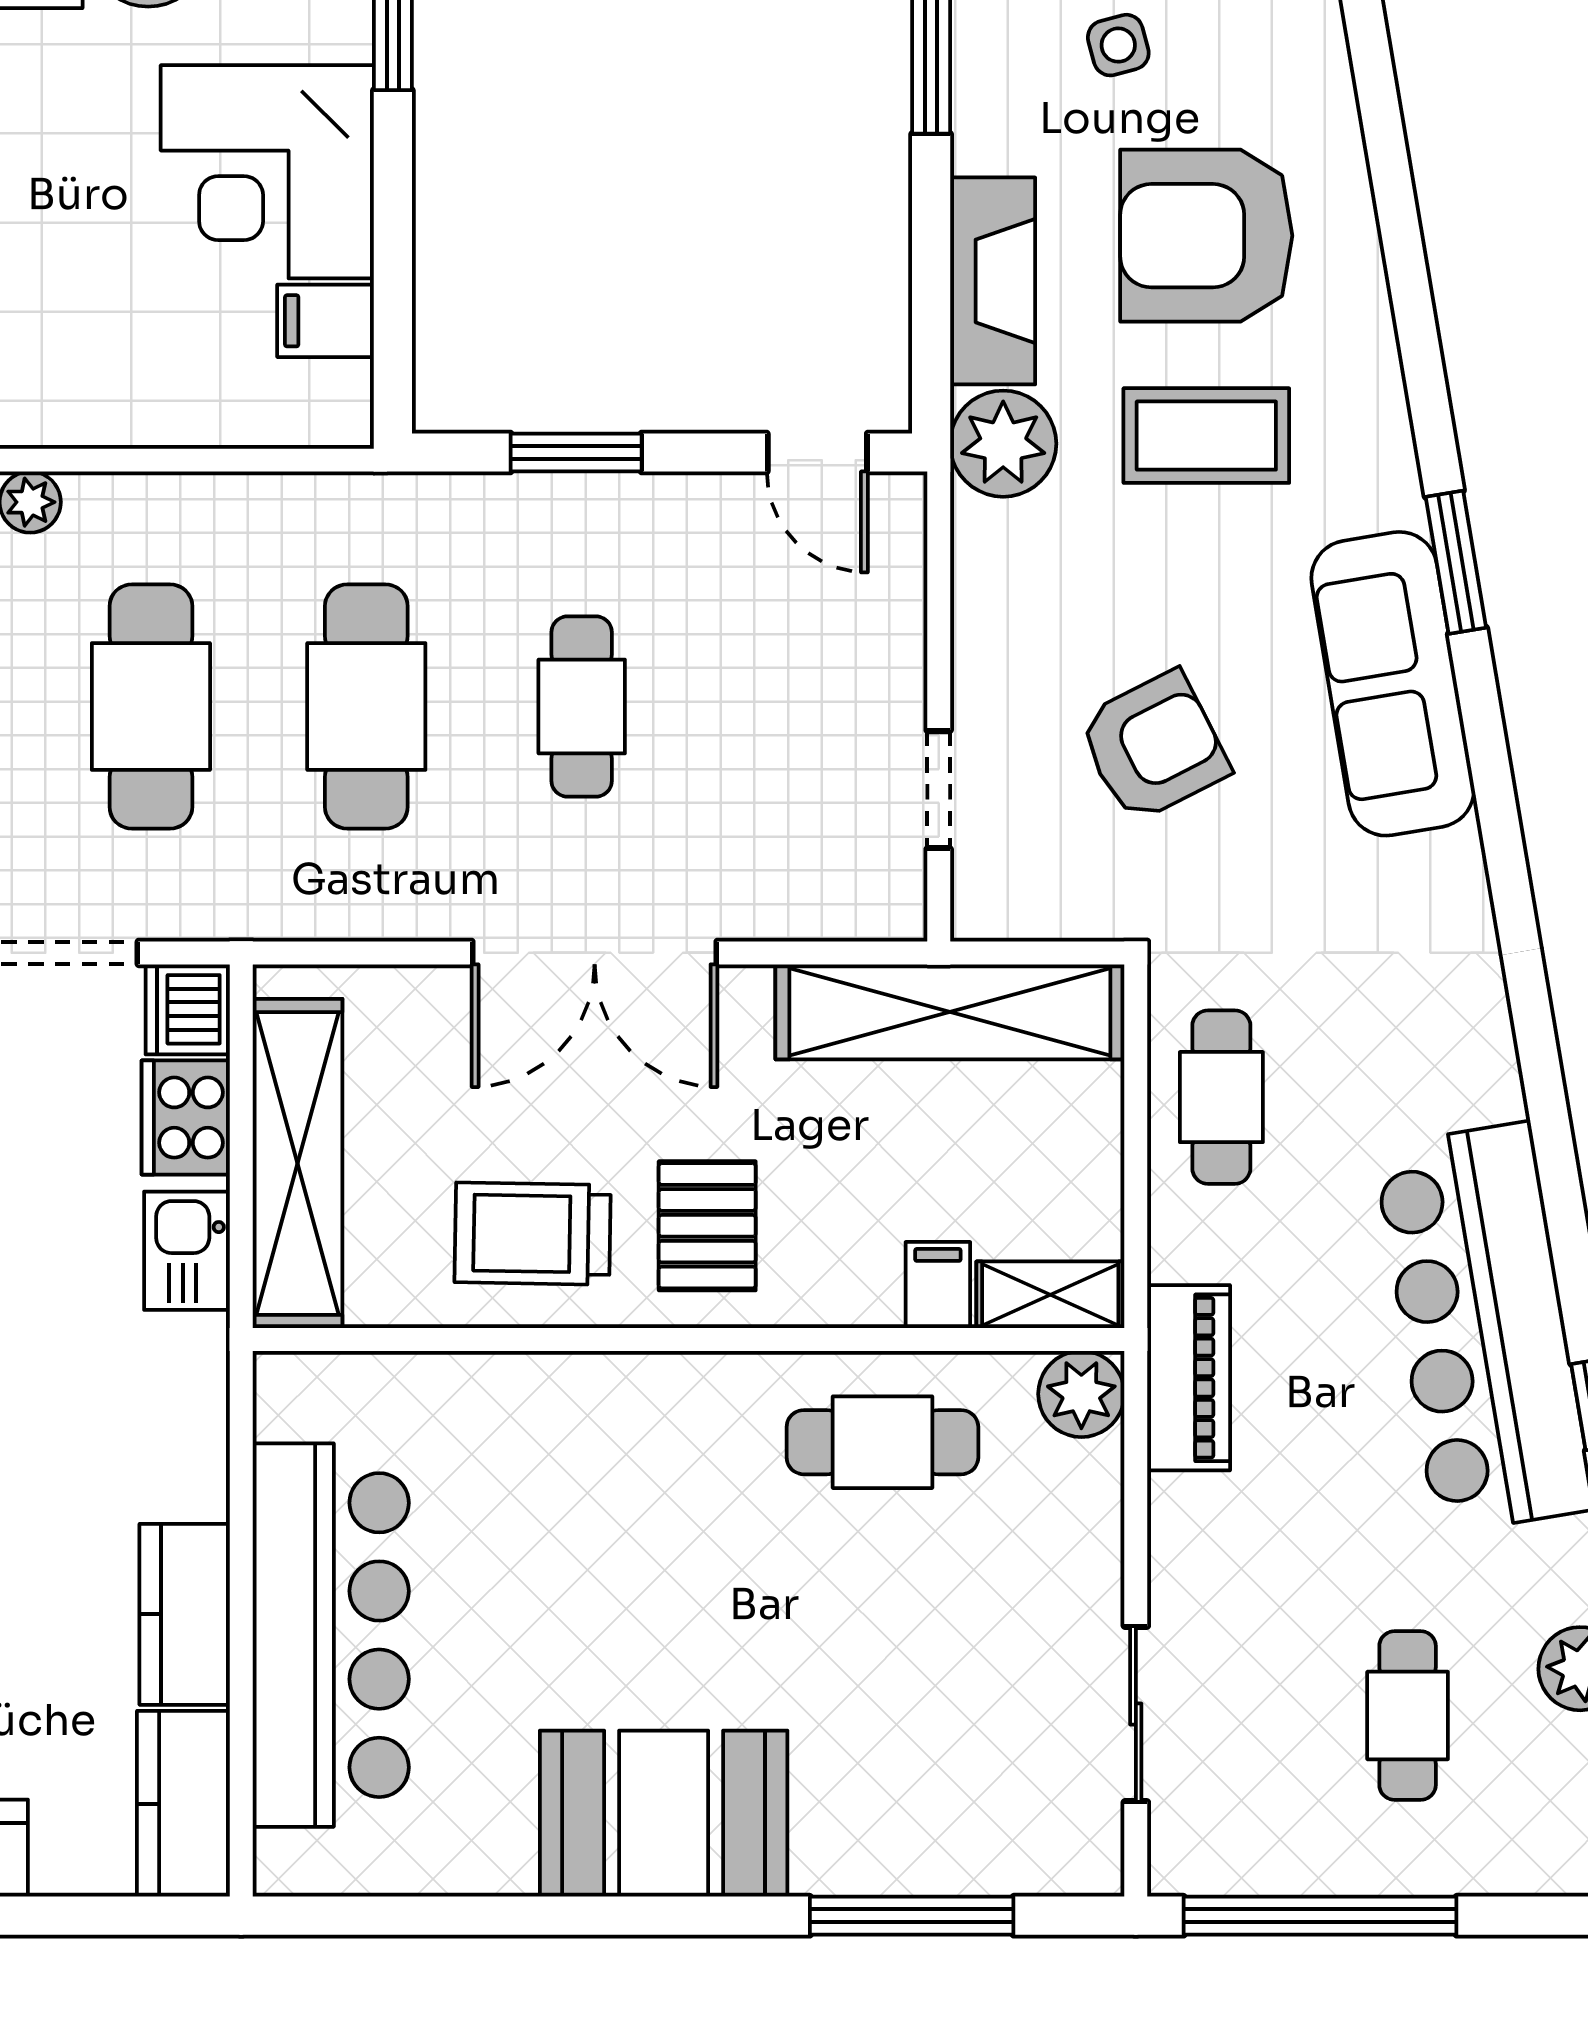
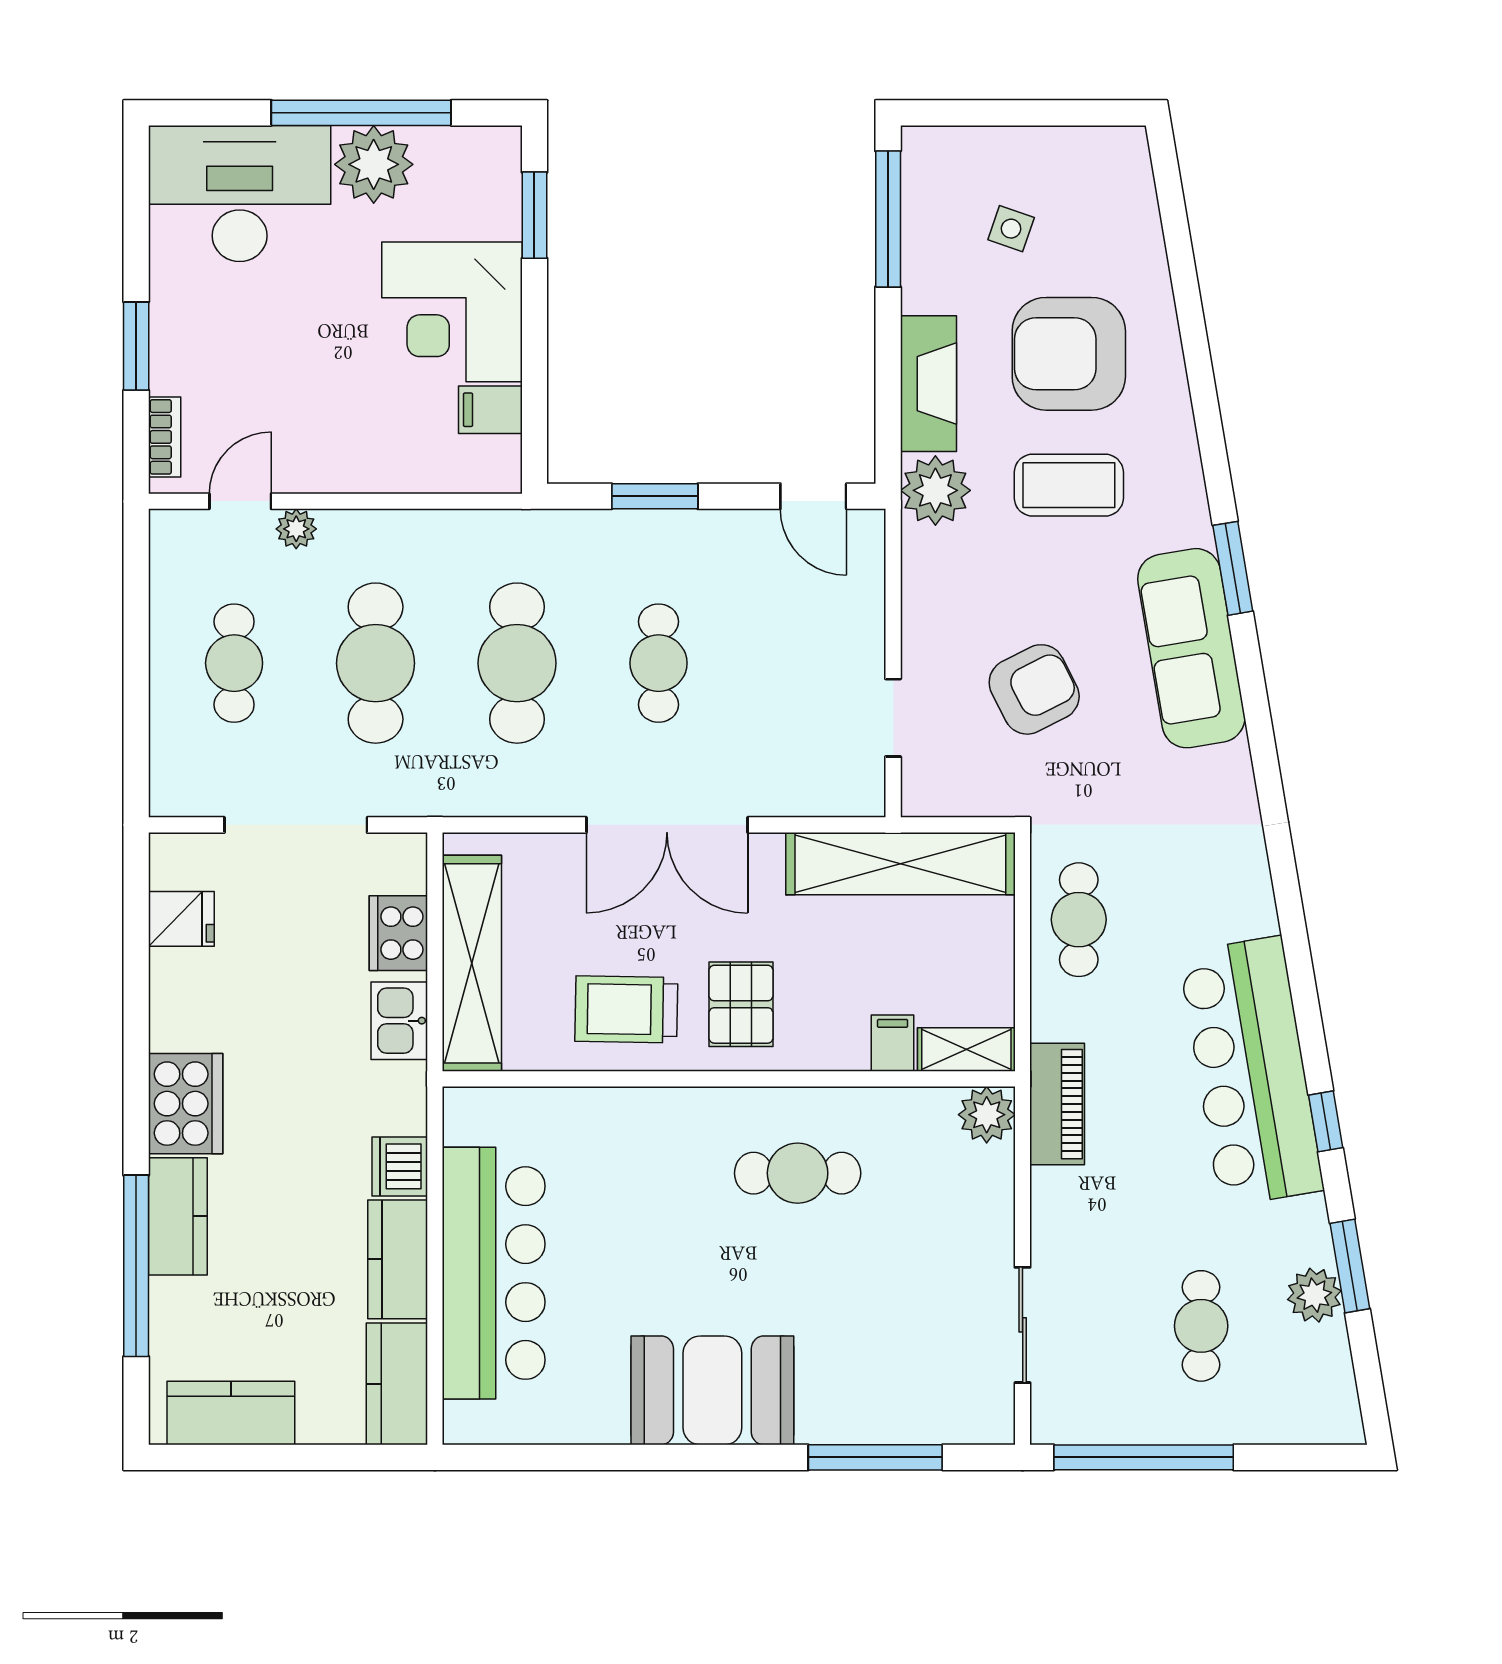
side table: (1118, 45) -> (1011, 229), turned 34
dishwasher: (188, 1009) -> (400, 1166), moved
cafe table: (882, 1442) -> (798, 1173), moved

